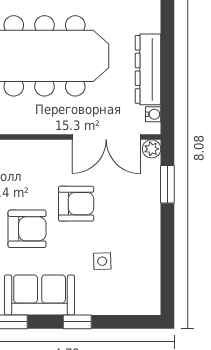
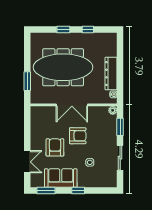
double door: (106, 137) -> (72, 105), moved
armchair: (27, 229) -> (55, 147), turned -90
sliding door: (167, 251) -> (120, 158), added

